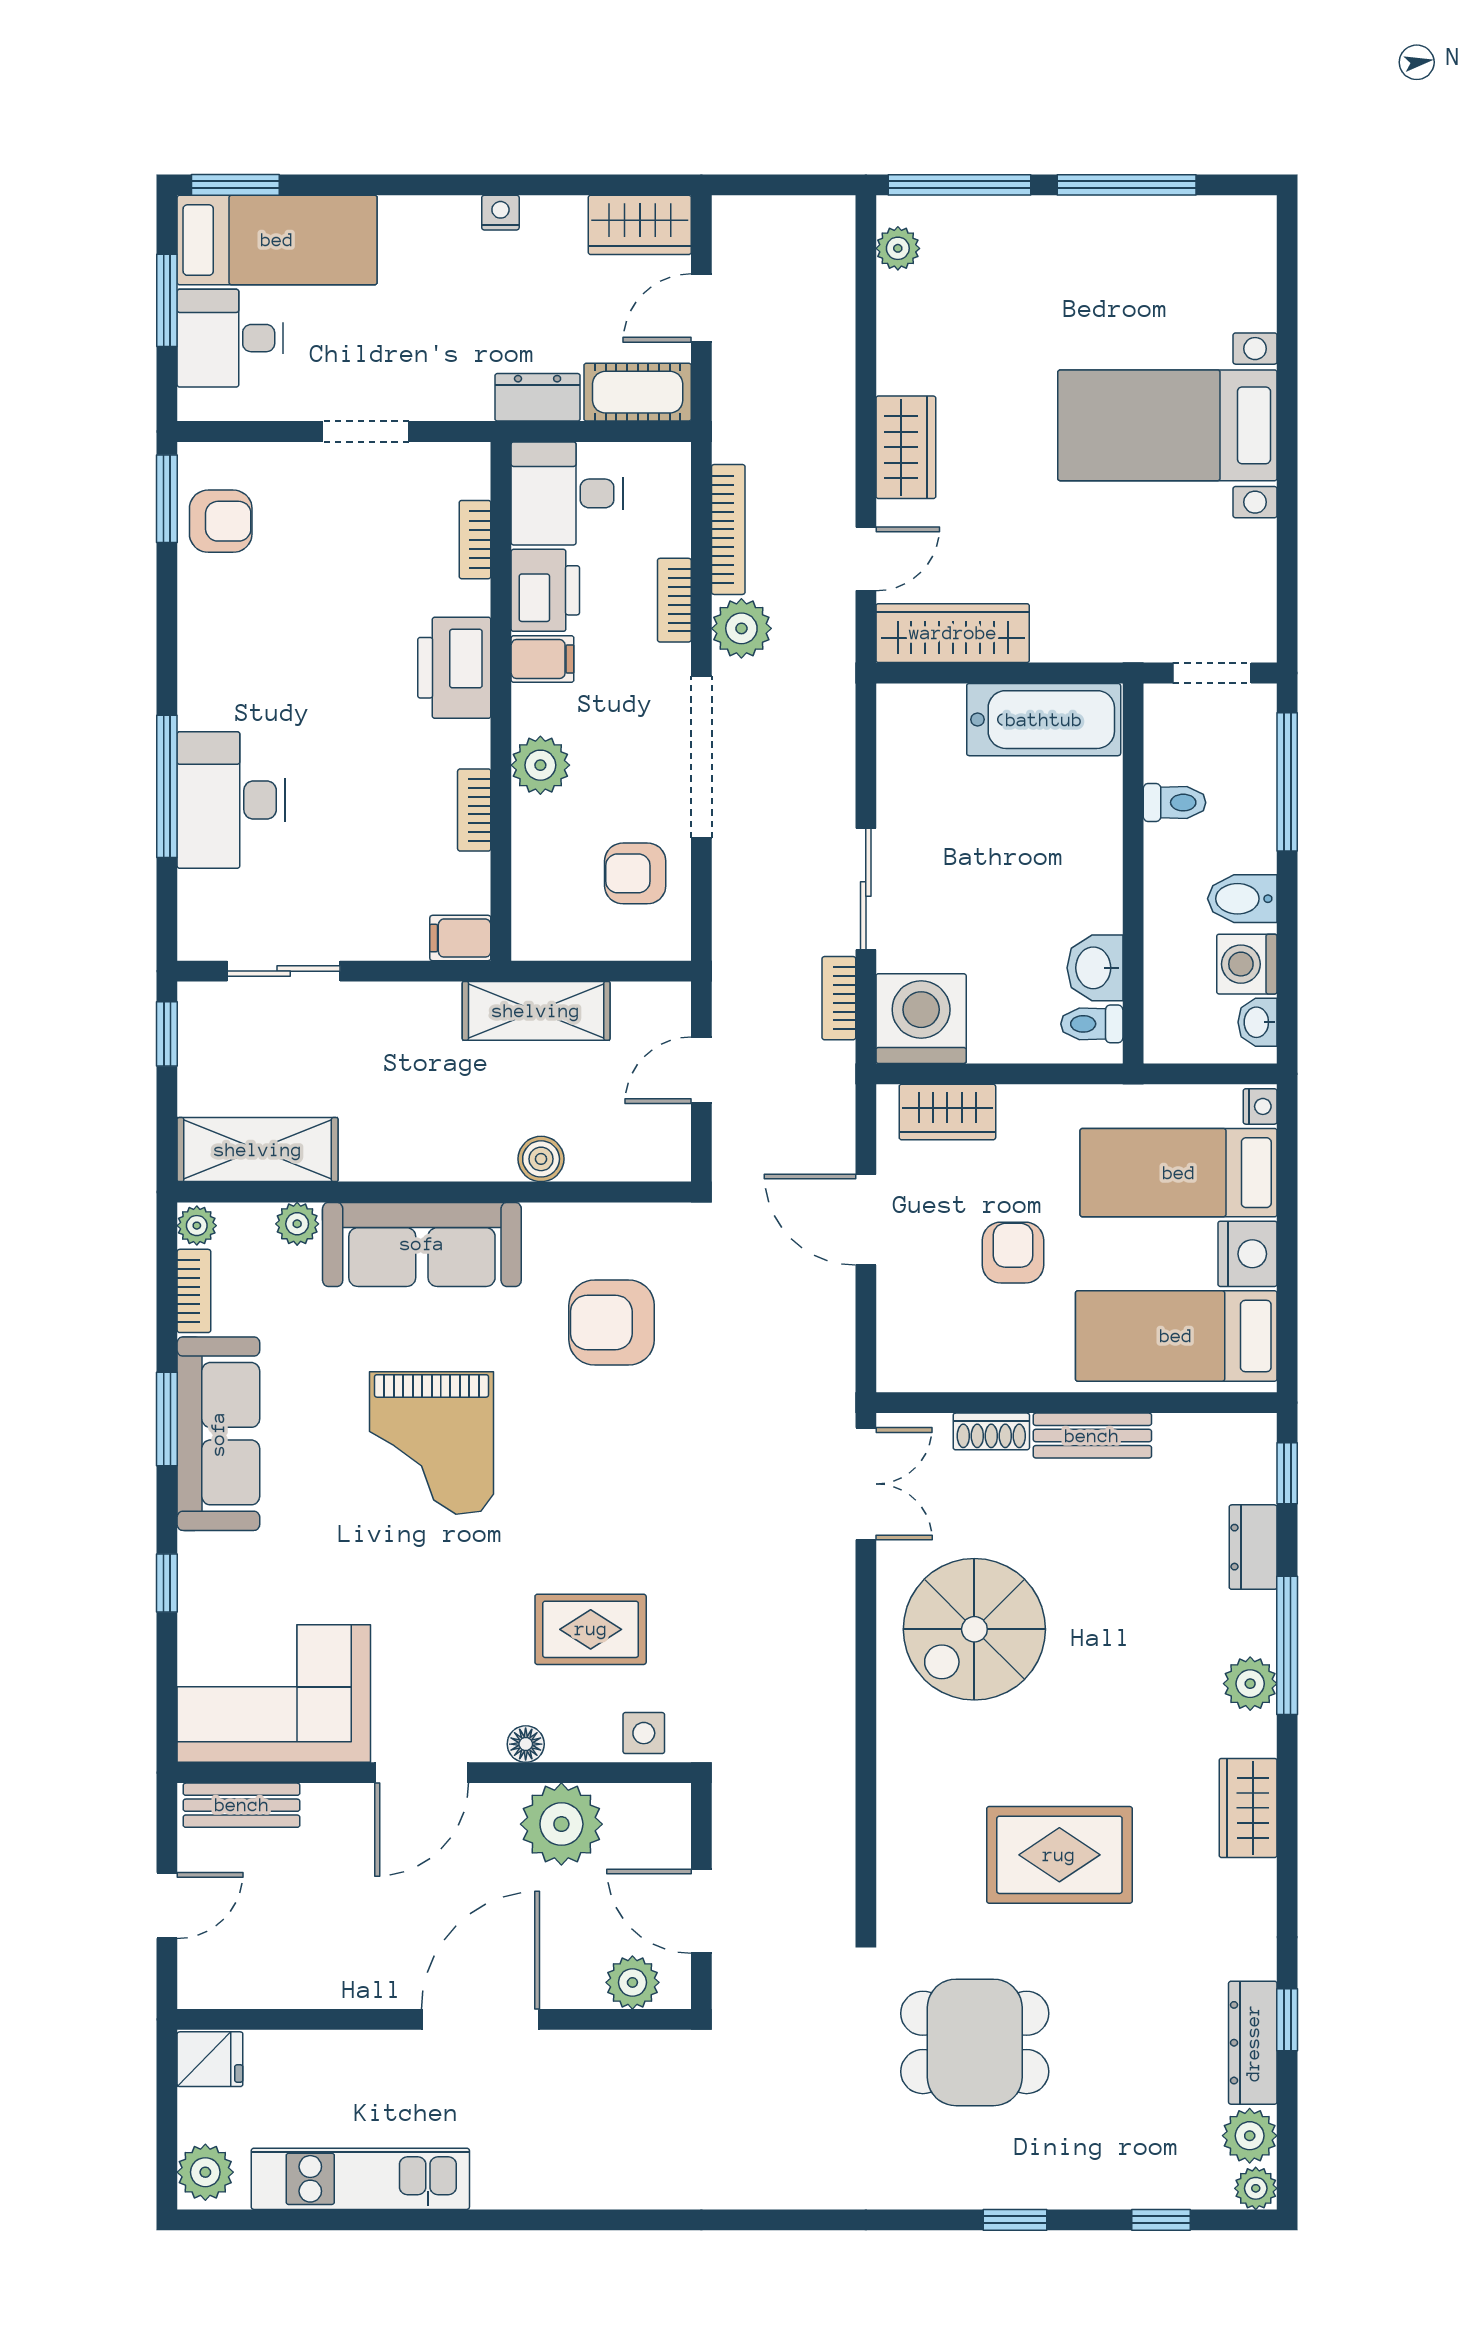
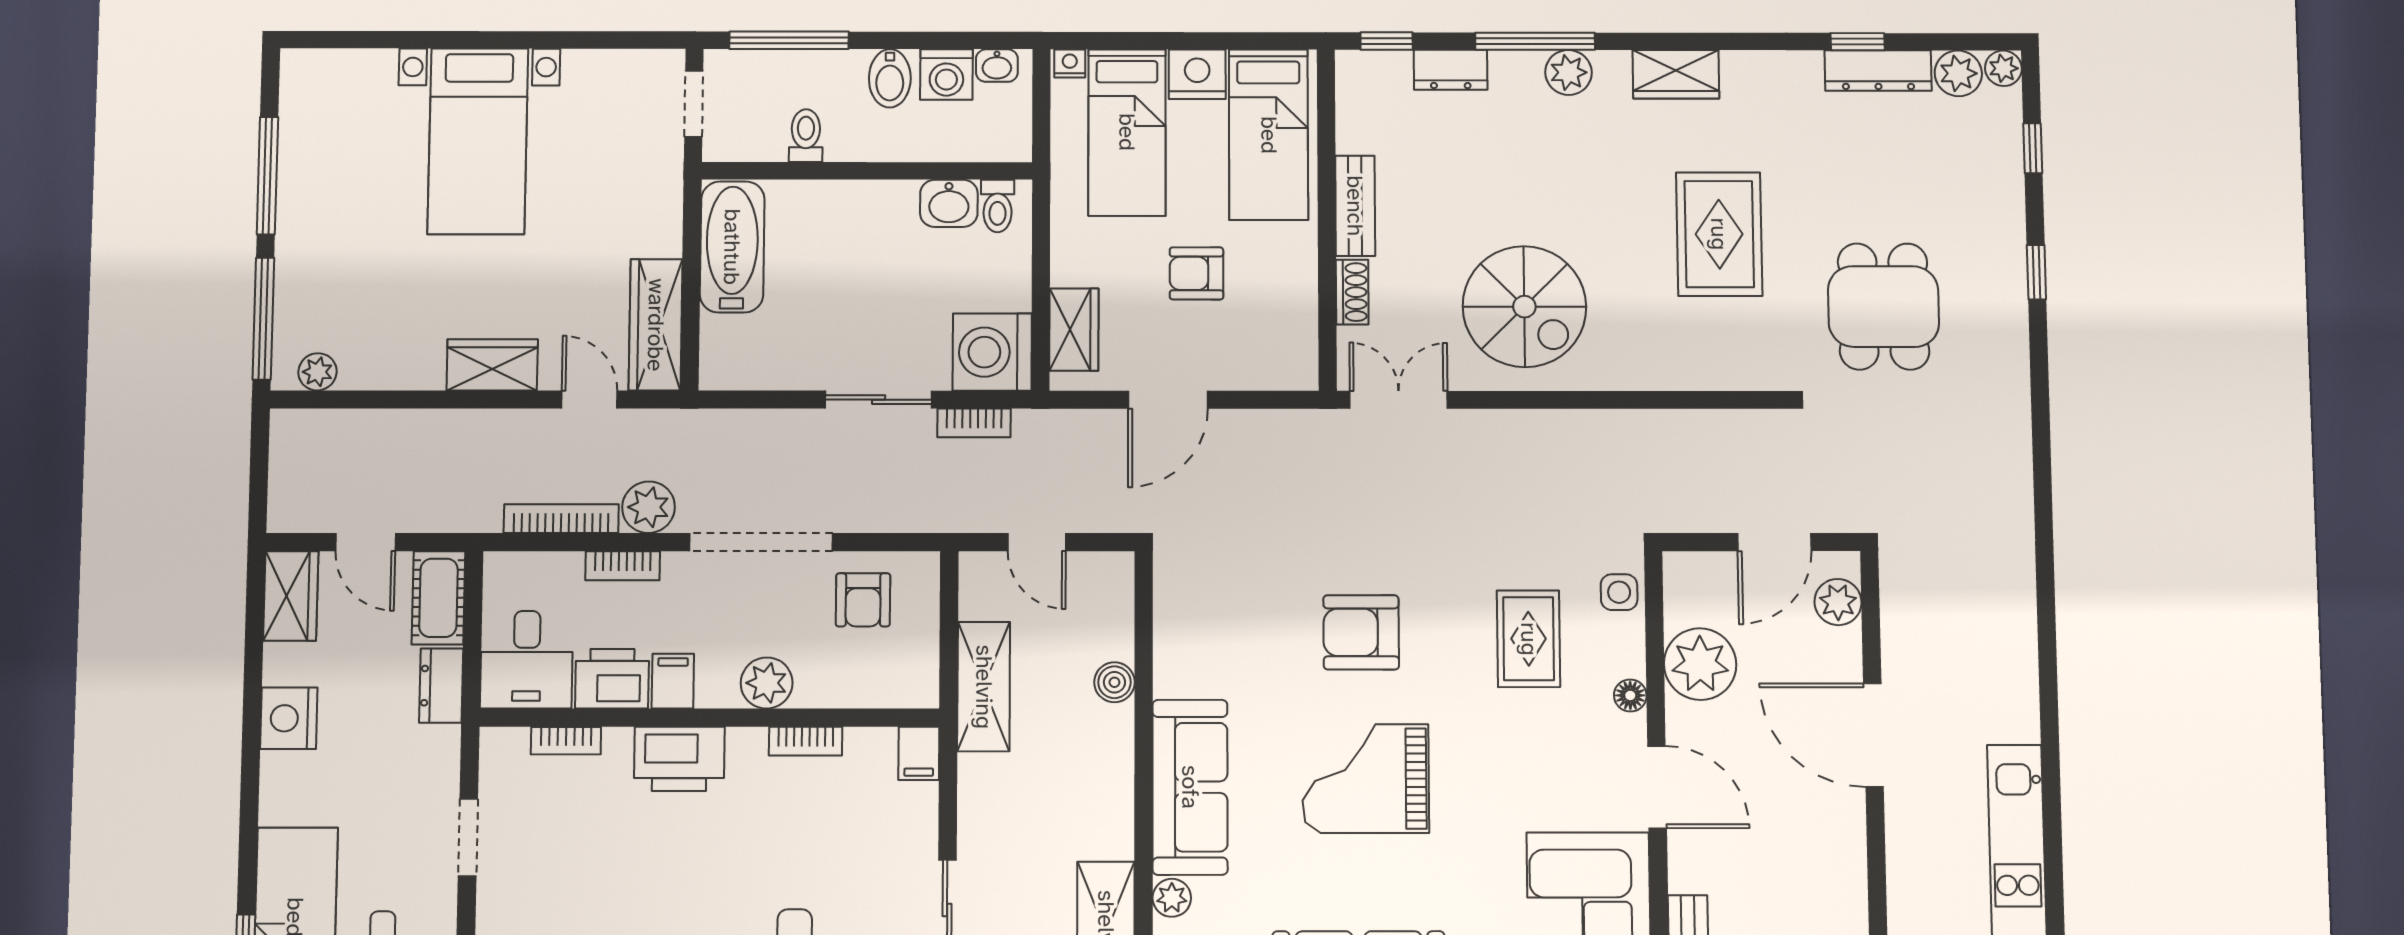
nightstand: (500, 213) -> (289, 718), width x1.89, depth x1.79
armchair: (612, 1322) -> (1361, 632), moved, turned 90
grand piano: (432, 1443) -> (1366, 779), turned 180

